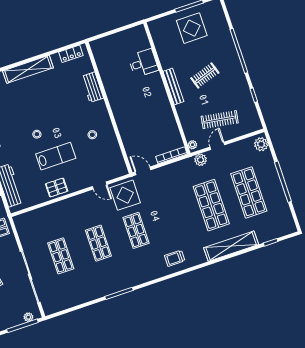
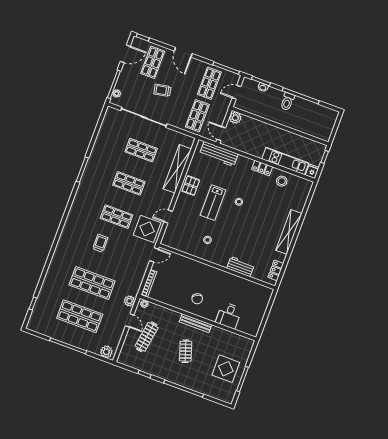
chair: (151, 102) -> (197, 299), added
shelving: (231, 246) -> (177, 169), moved
trolley: (175, 258) -> (100, 243), moved

